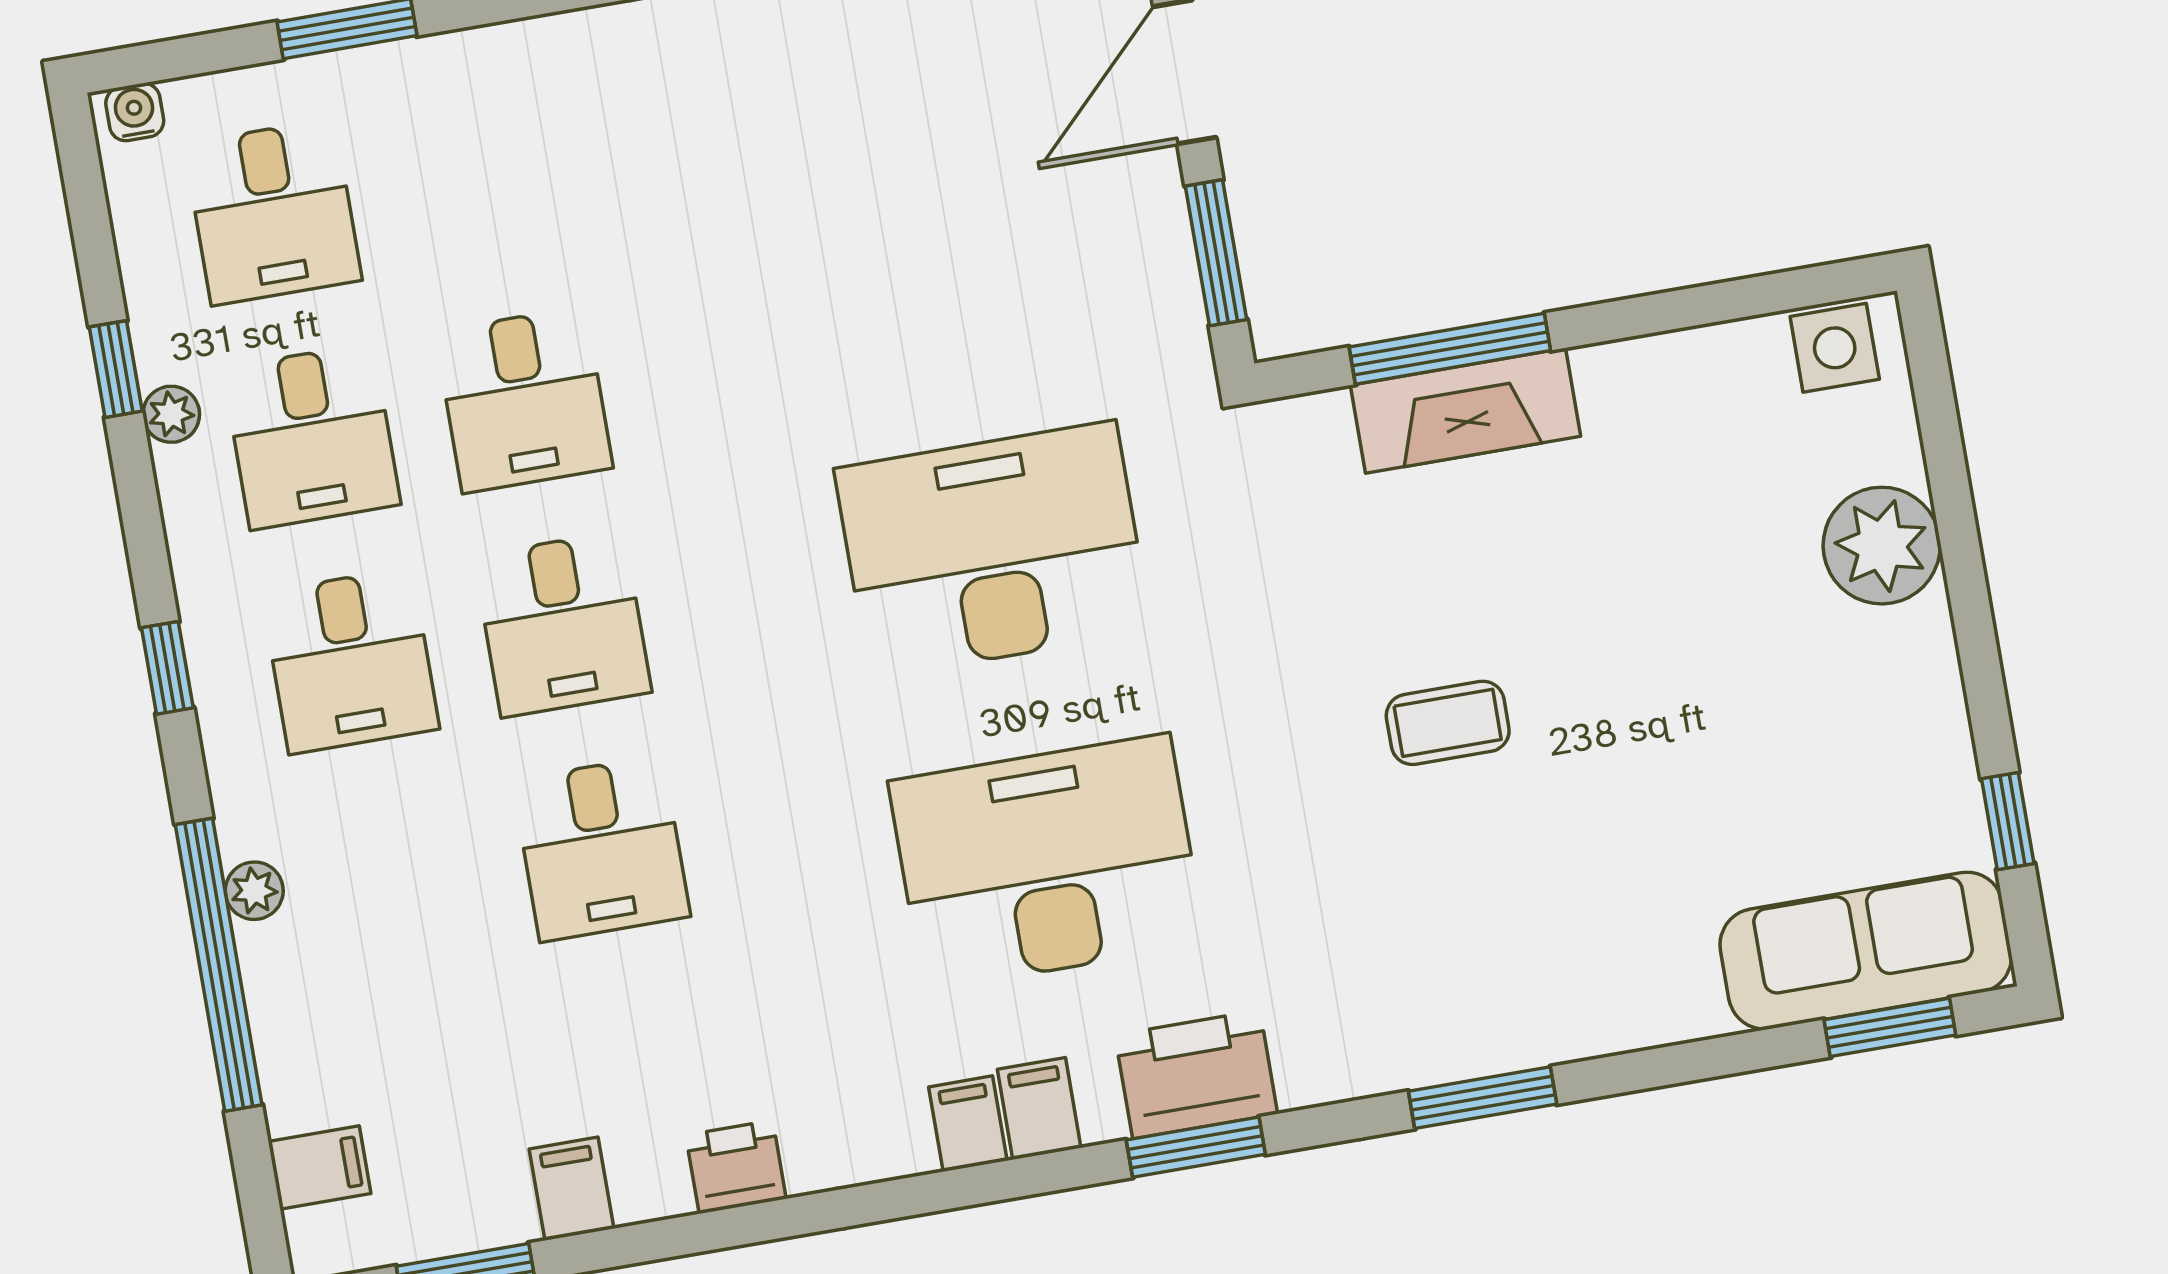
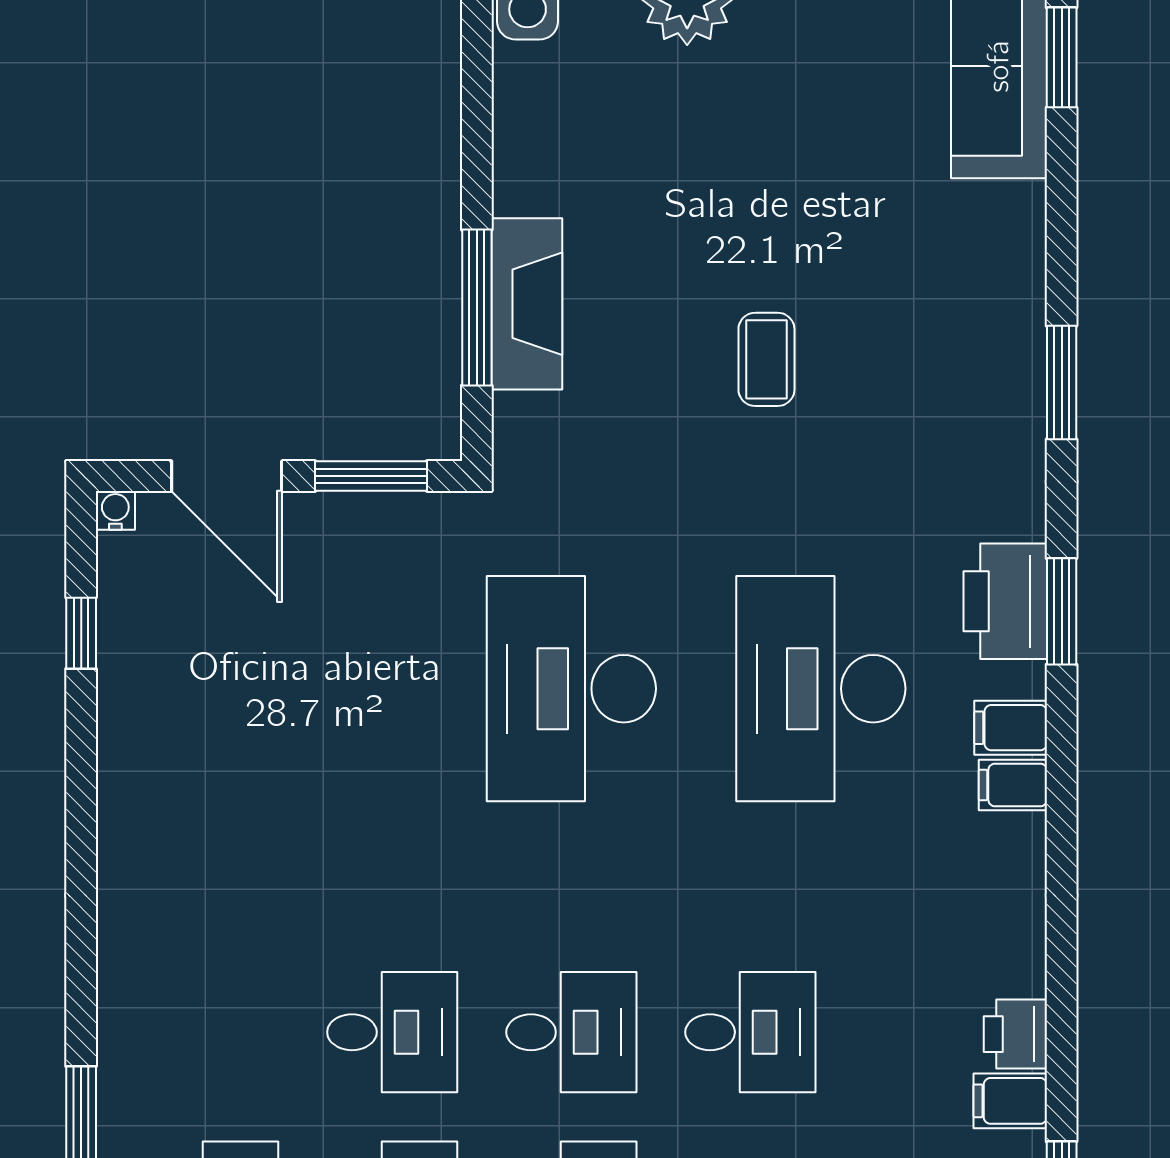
printer: (736, 1167) -> (1015, 1034), moved

